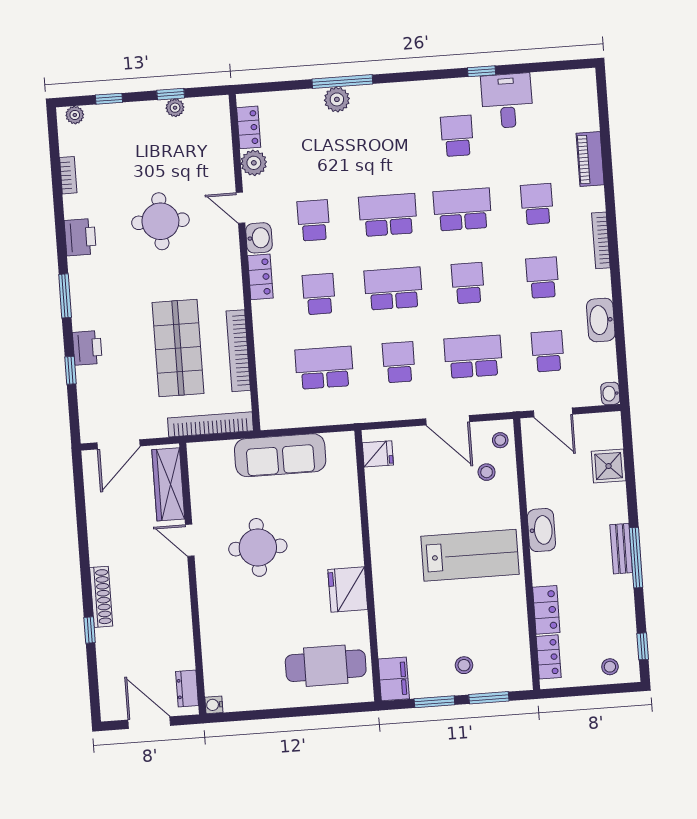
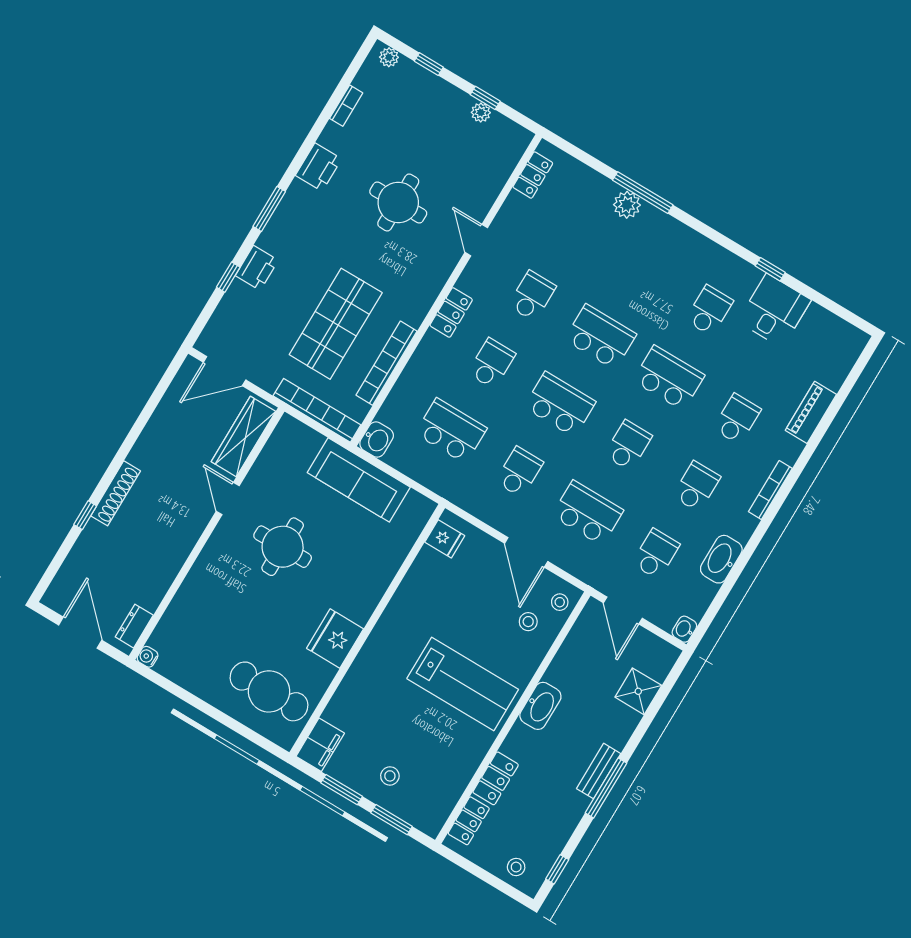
plant: (254, 163) -> (516, 209), removed
washbasin: (259, 238) -> (377, 440), moved

